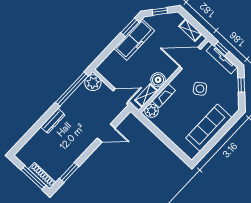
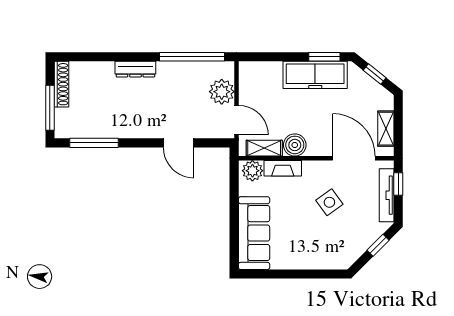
plant: (93, 83) -> (222, 92), moved
sofa: (209, 128) -> (254, 233), moved, turned 90
window: (69, 172) -> (94, 143), width x1.44
shoe rack: (42, 176) -> (61, 84), moved

